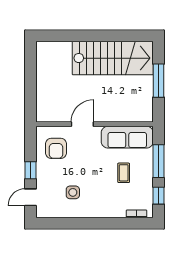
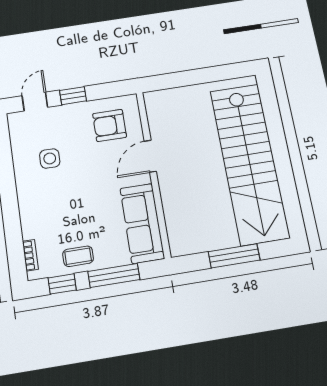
stairs: (113, 58) -> (249, 163), width x1.36
door: (82, 124) -> (150, 156), swing flipped
coffee table: (124, 173) -> (78, 256), moved
door: (30, 197) -> (35, 102), hinge flipped

